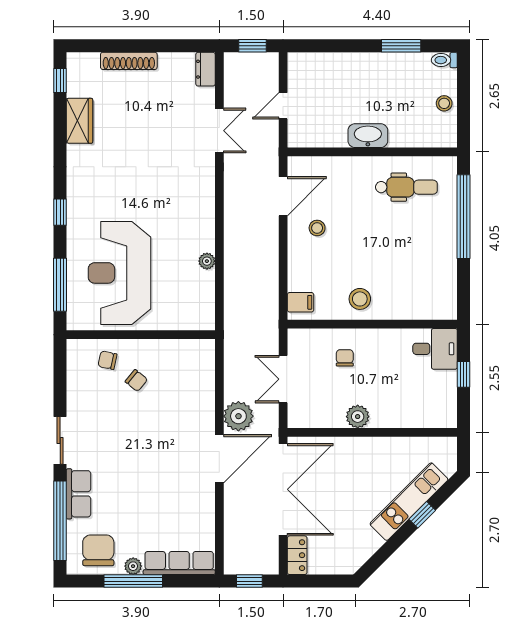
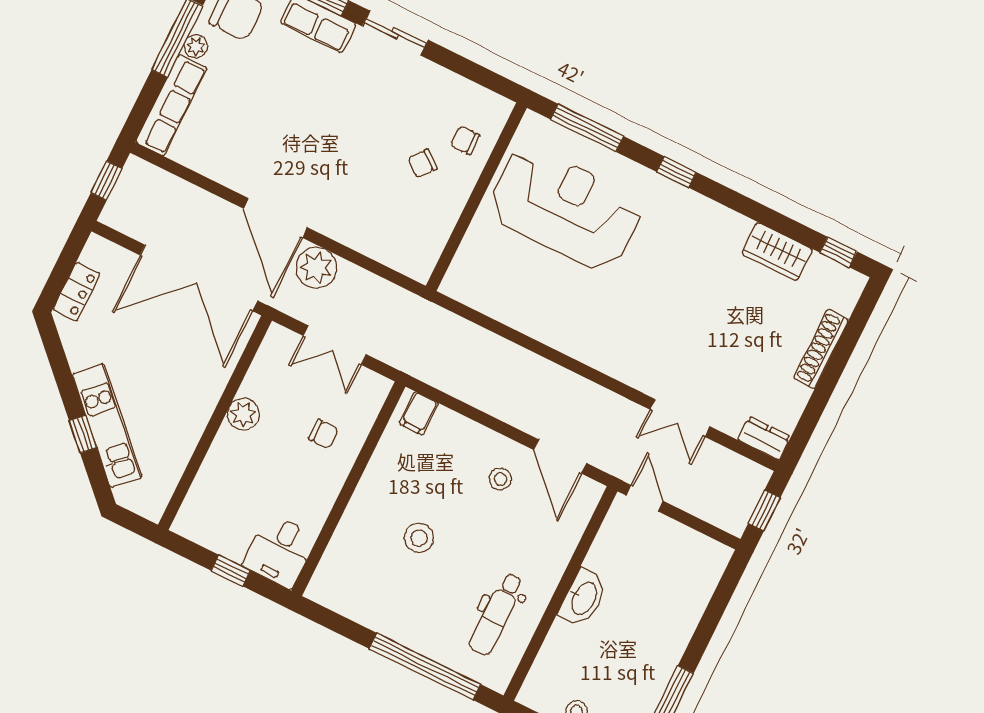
door: (283, 106) -> (645, 498), moved
plant: (207, 261) -> (527, 323), removed
stool: (360, 299) -> (419, 538), moved
chair: (107, 360) -> (465, 140), turned -102
double door: (283, 379) -> (335, 345), swing flipped
locker: (297, 555) -> (77, 292), moved, turned -90

